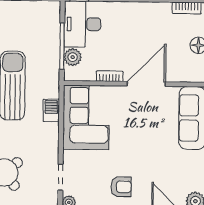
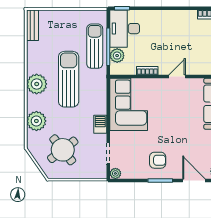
sun lounger: (45, 45) -> (95, 46), added
door: (146, 84) -> (177, 77), width x0.53
barbecue: (51, 110) -> (100, 124), moved

